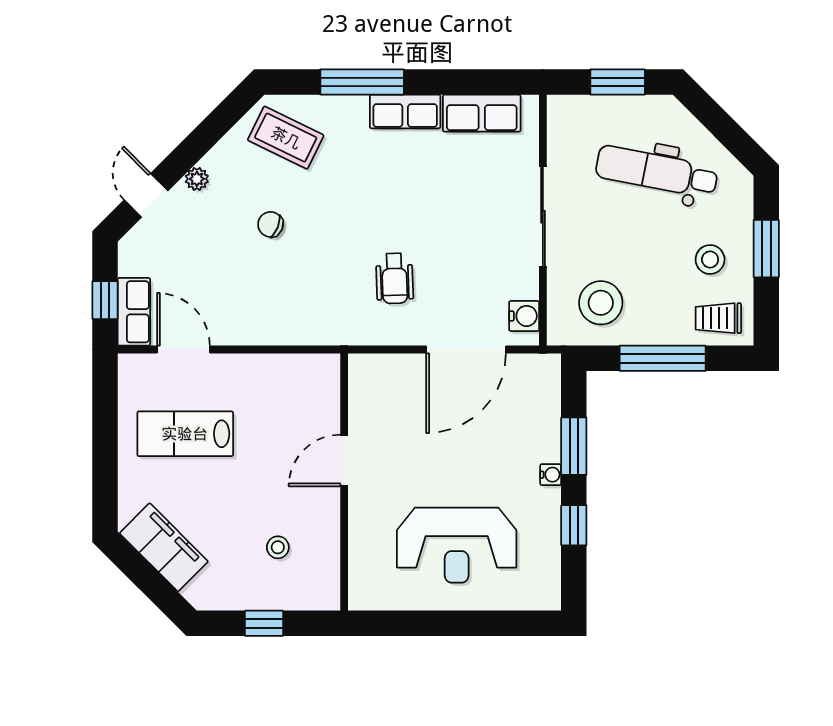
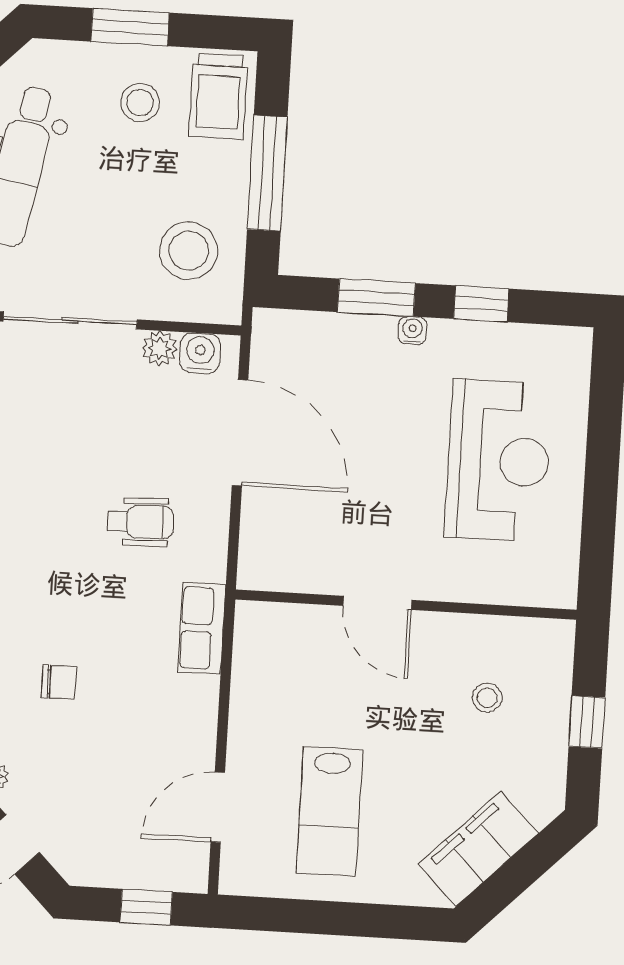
chair: (270, 224) -> (59, 682), turned -112
plant: (526, 285) -> (159, 348), added
row of seats: (134, 312) -> (202, 628), moved, turned -90
trolley: (718, 318) -> (218, 96), width x1.36, depth x1.39

